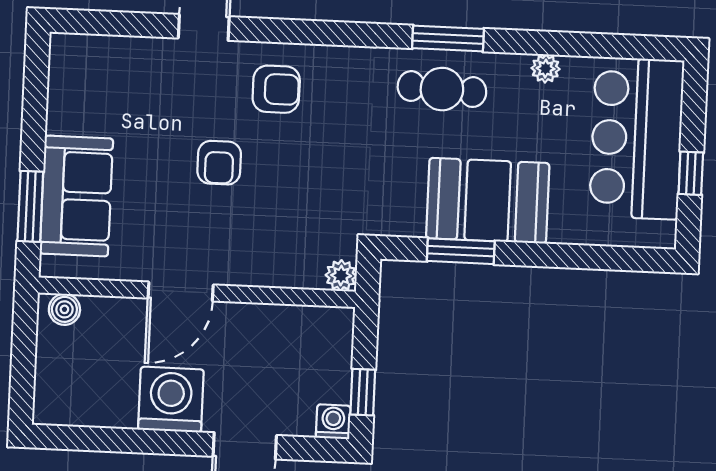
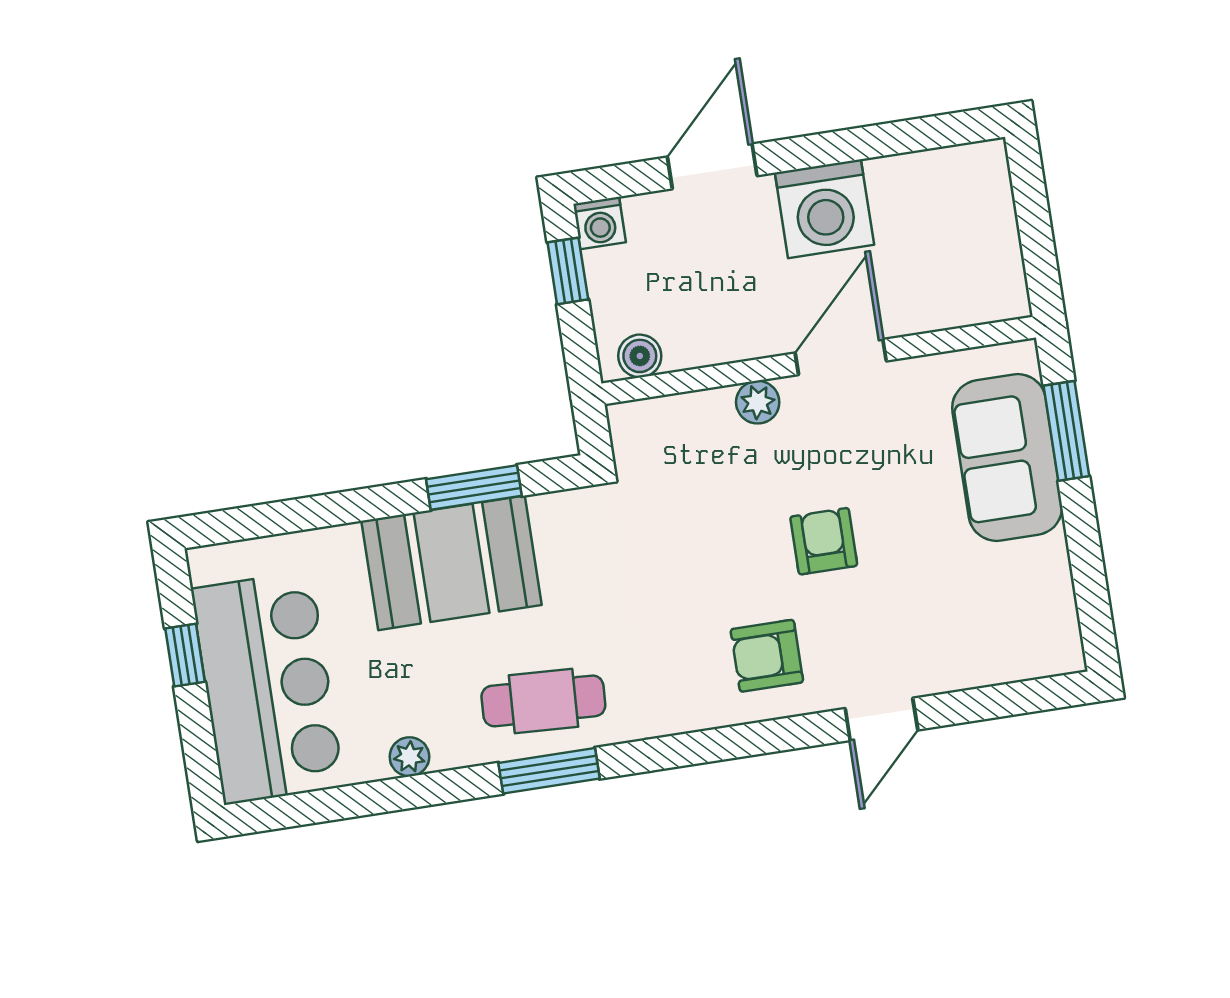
plant: (341, 276) -> (758, 402), moved
boiler: (64, 309) -> (640, 356), moved

